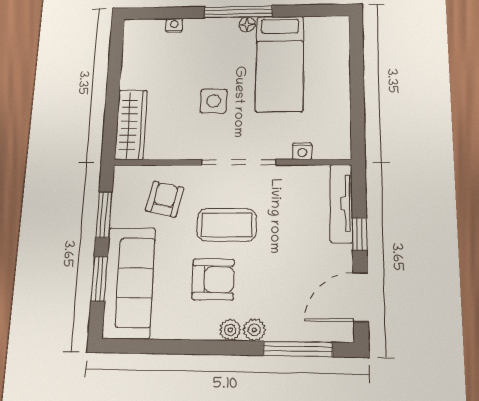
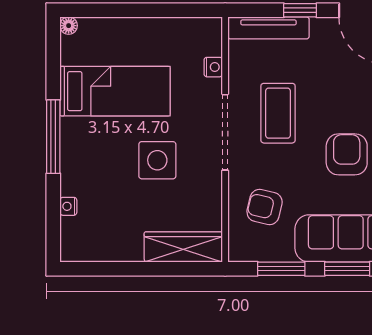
floor lamp: (247, 24) -> (69, 26), moved
side table: (214, 101) -> (157, 160), width x1.37, depth x1.37
coffee table: (227, 225) -> (278, 113), moved

